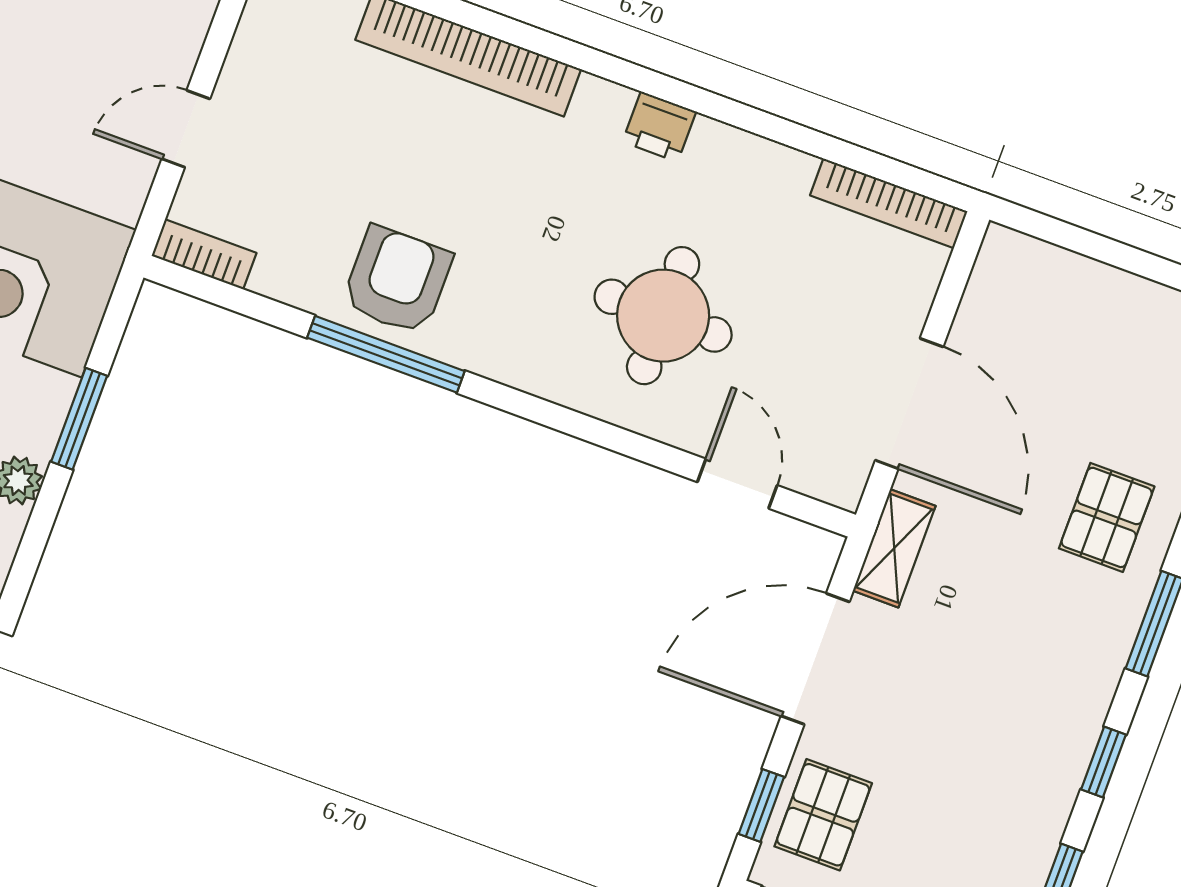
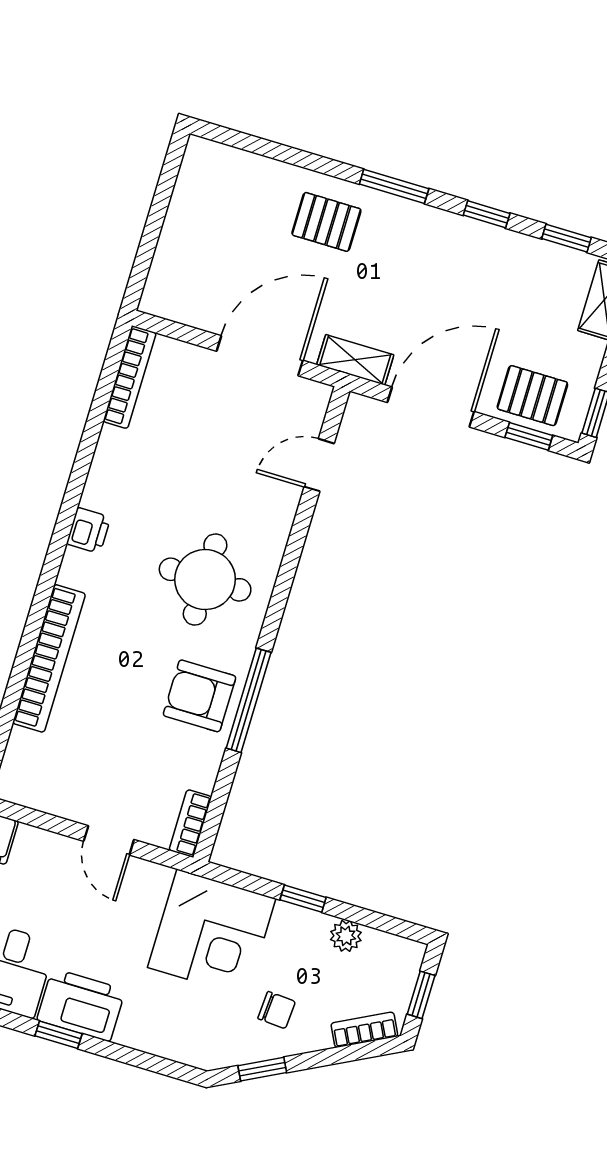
round table: (663, 316) -> (205, 580), moved
window: (79, 419) -> (303, 899), width x0.67
door: (815, 659) -> (431, 407), swing flipped

